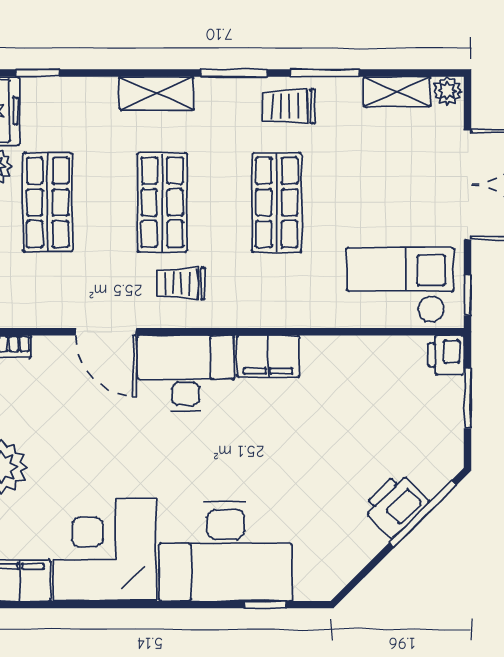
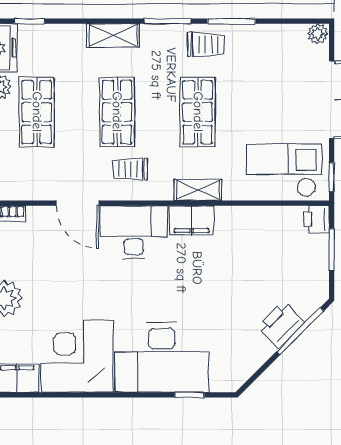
shelving: (397, 92) -> (198, 190), moved
trolley: (289, 106) -> (206, 45), turned 180

